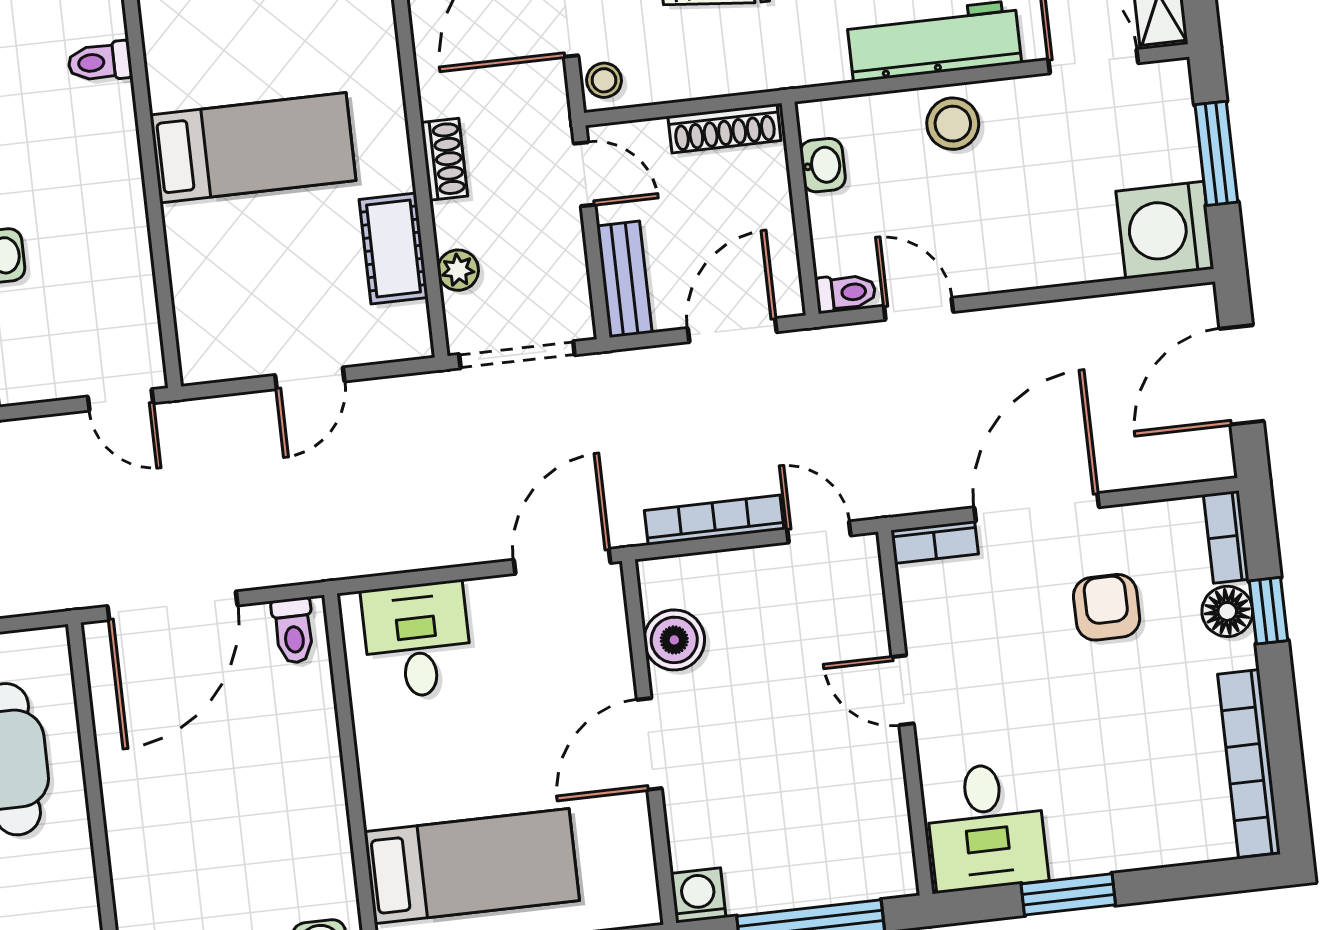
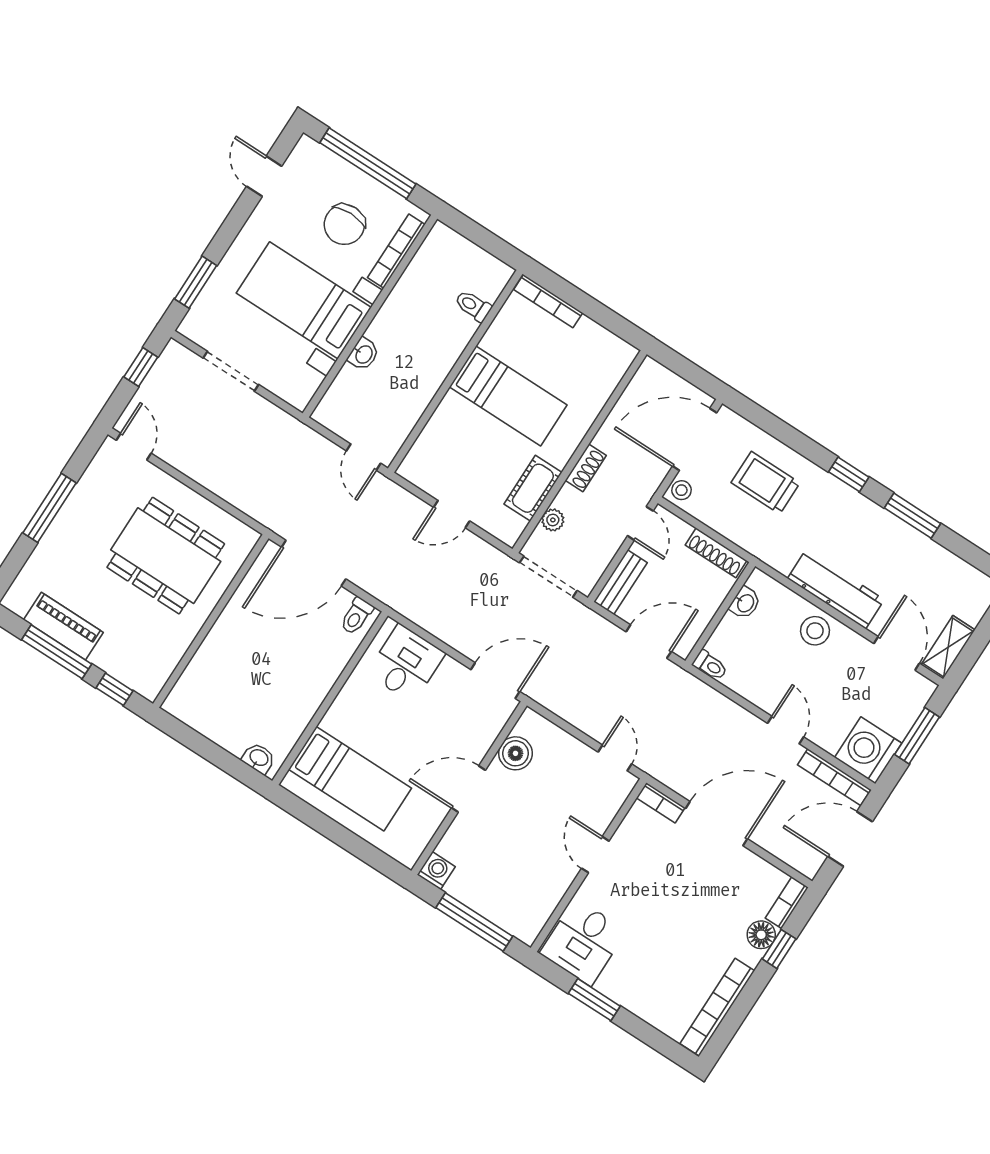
door: (919, 309) -> (786, 730), moved
bookcase: (714, 520) -> (834, 777), moved, turned 180
armchair: (1107, 607) -> (711, 891), removed

